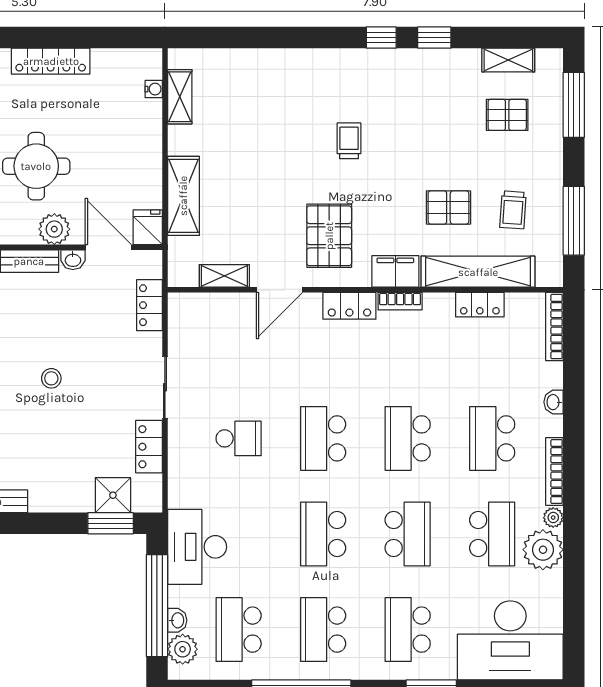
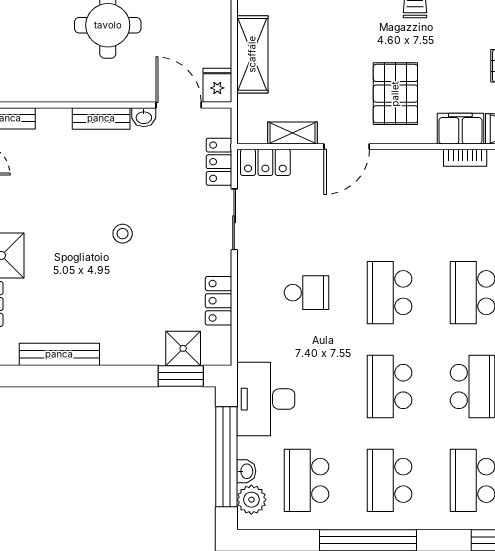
plant: (54, 229) -> (125, 87), removed
locker: (349, 306) -> (265, 162), moved
sliding door: (165, 387) -> (234, 219), moved

